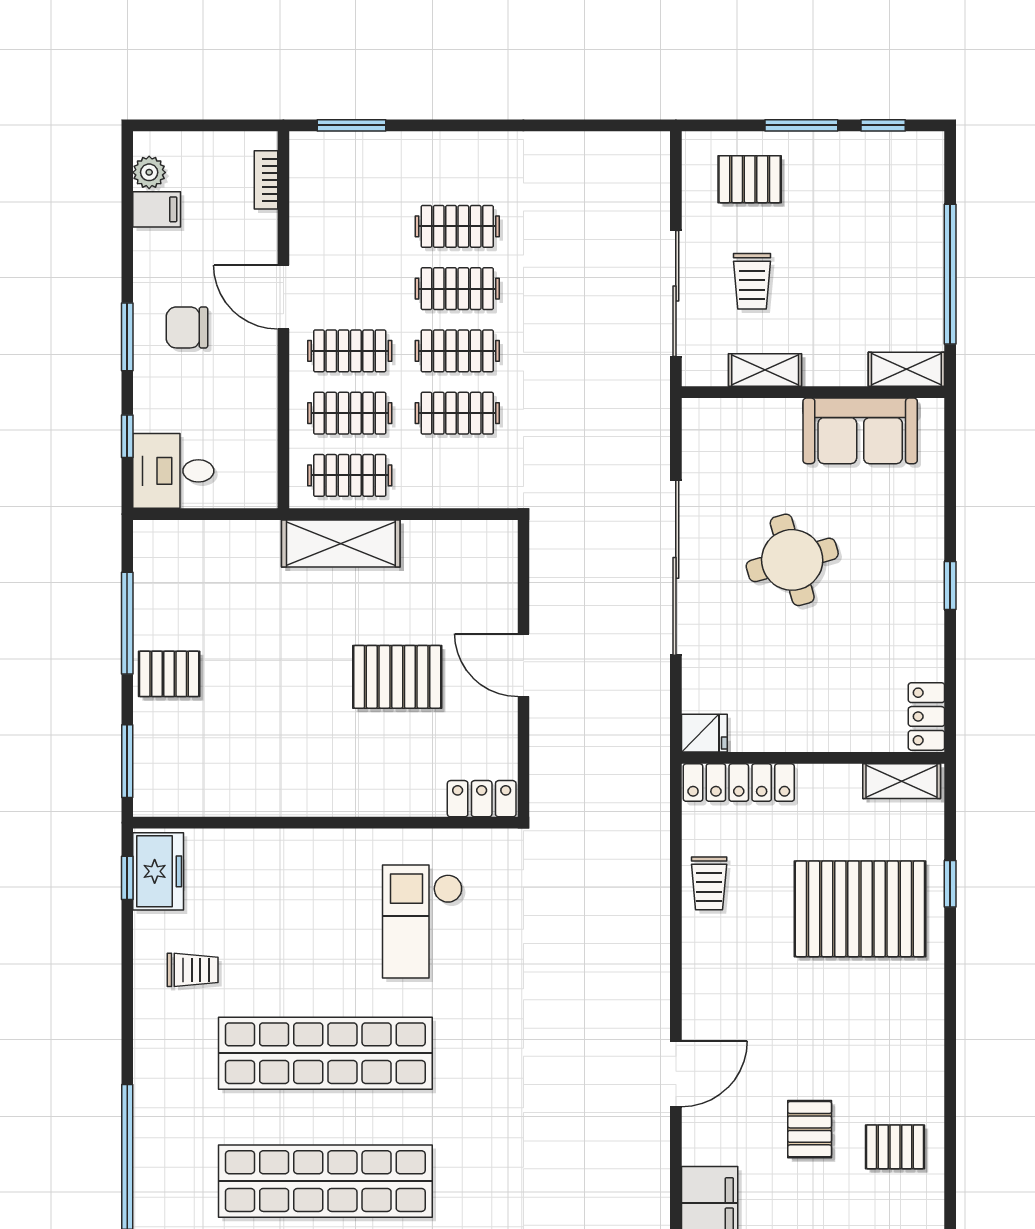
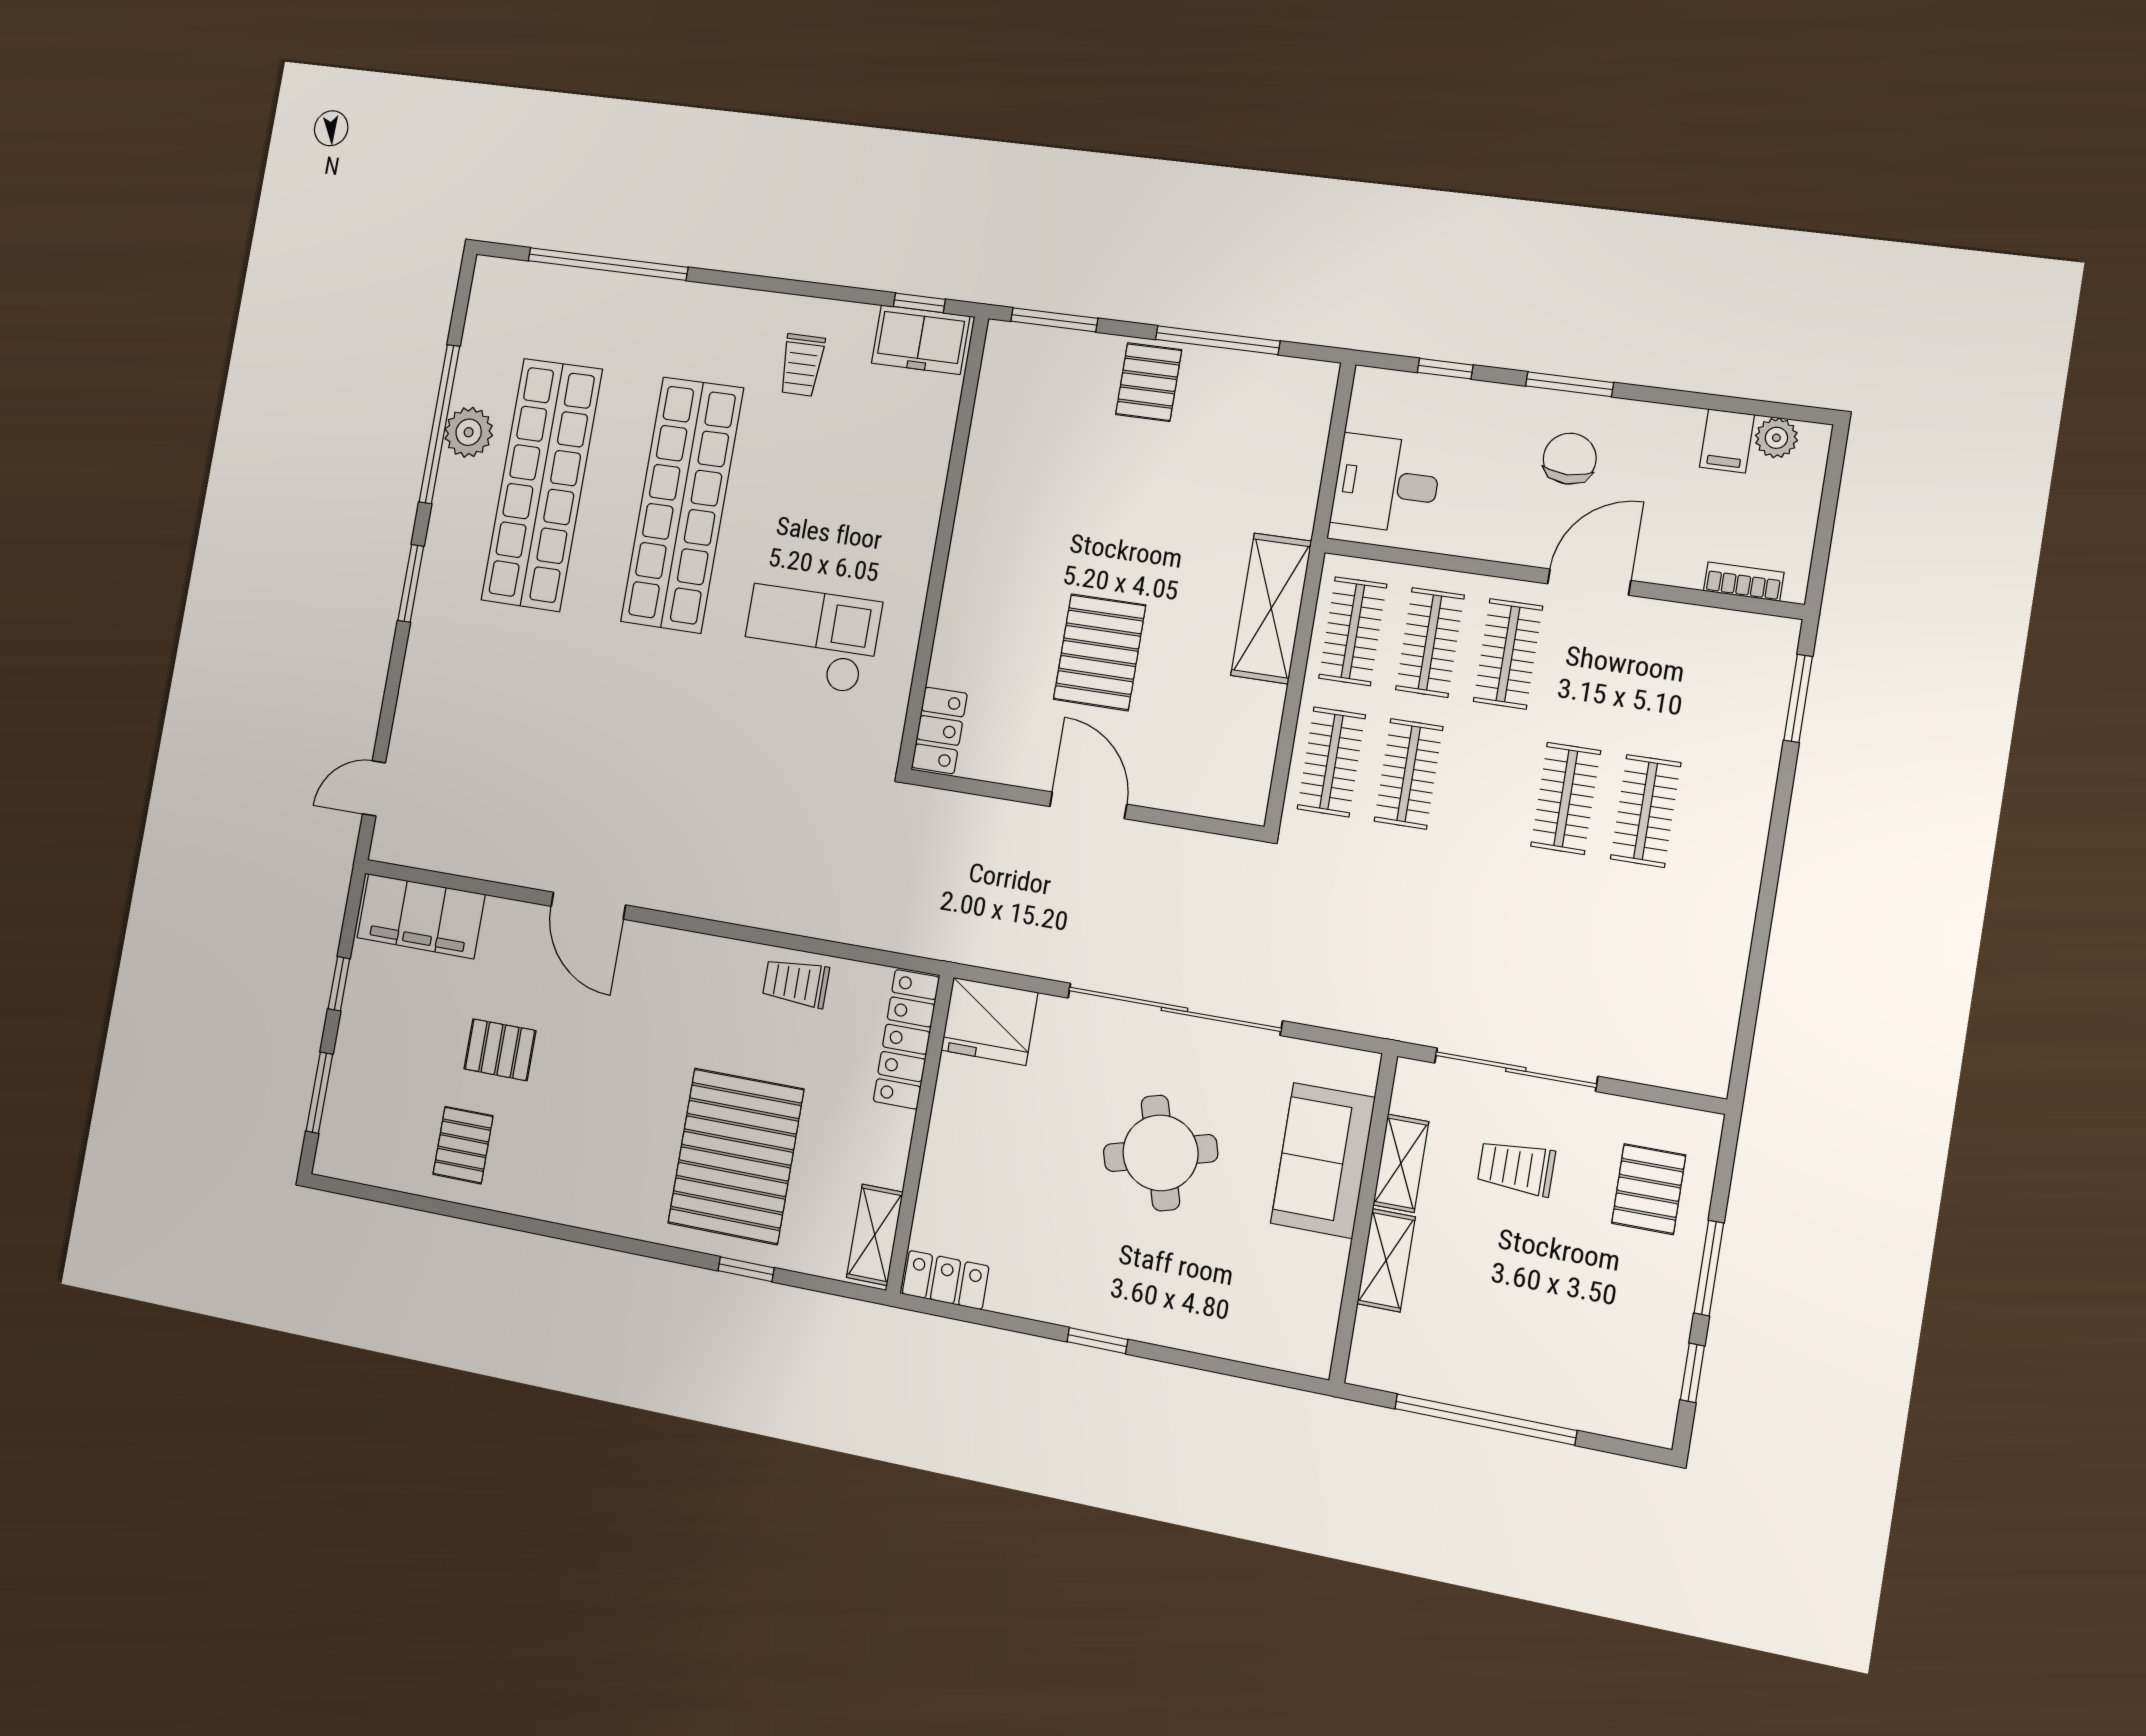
clothes rail: (457, 351) -> (1331, 762), moved
shelving: (906, 369) -> (1386, 1260), moved
sofa: (860, 431) -> (1323, 1160), moved
desk: (173, 471) -> (1386, 484), moved, turned -90
door: (523, 665) -> (1088, 805), hinge flipped
fridge: (704, 733) -> (989, 1021), width x1.88, depth x1.34

